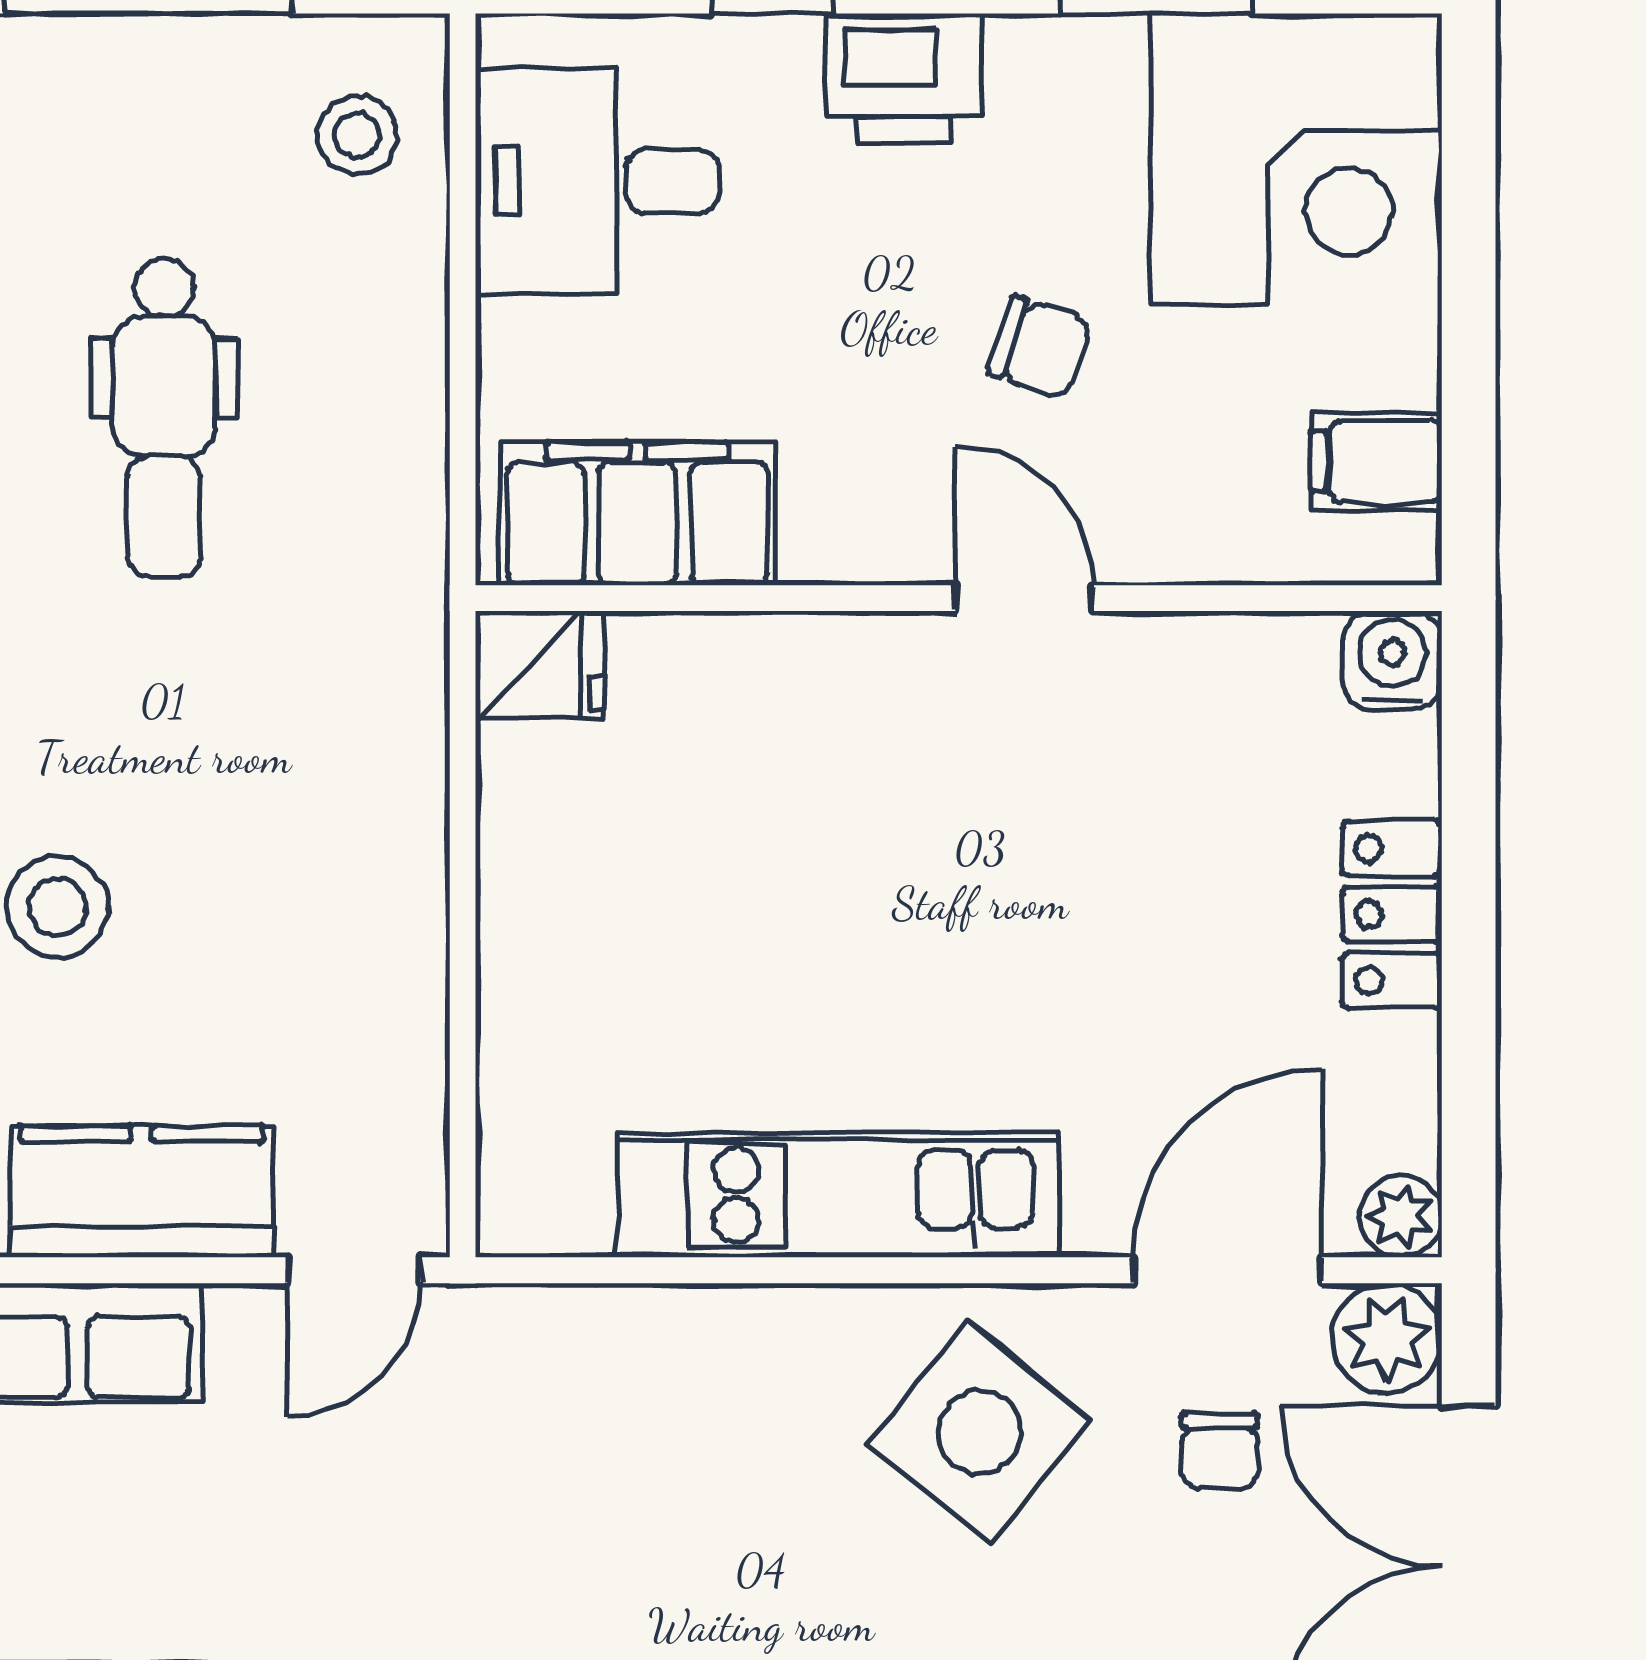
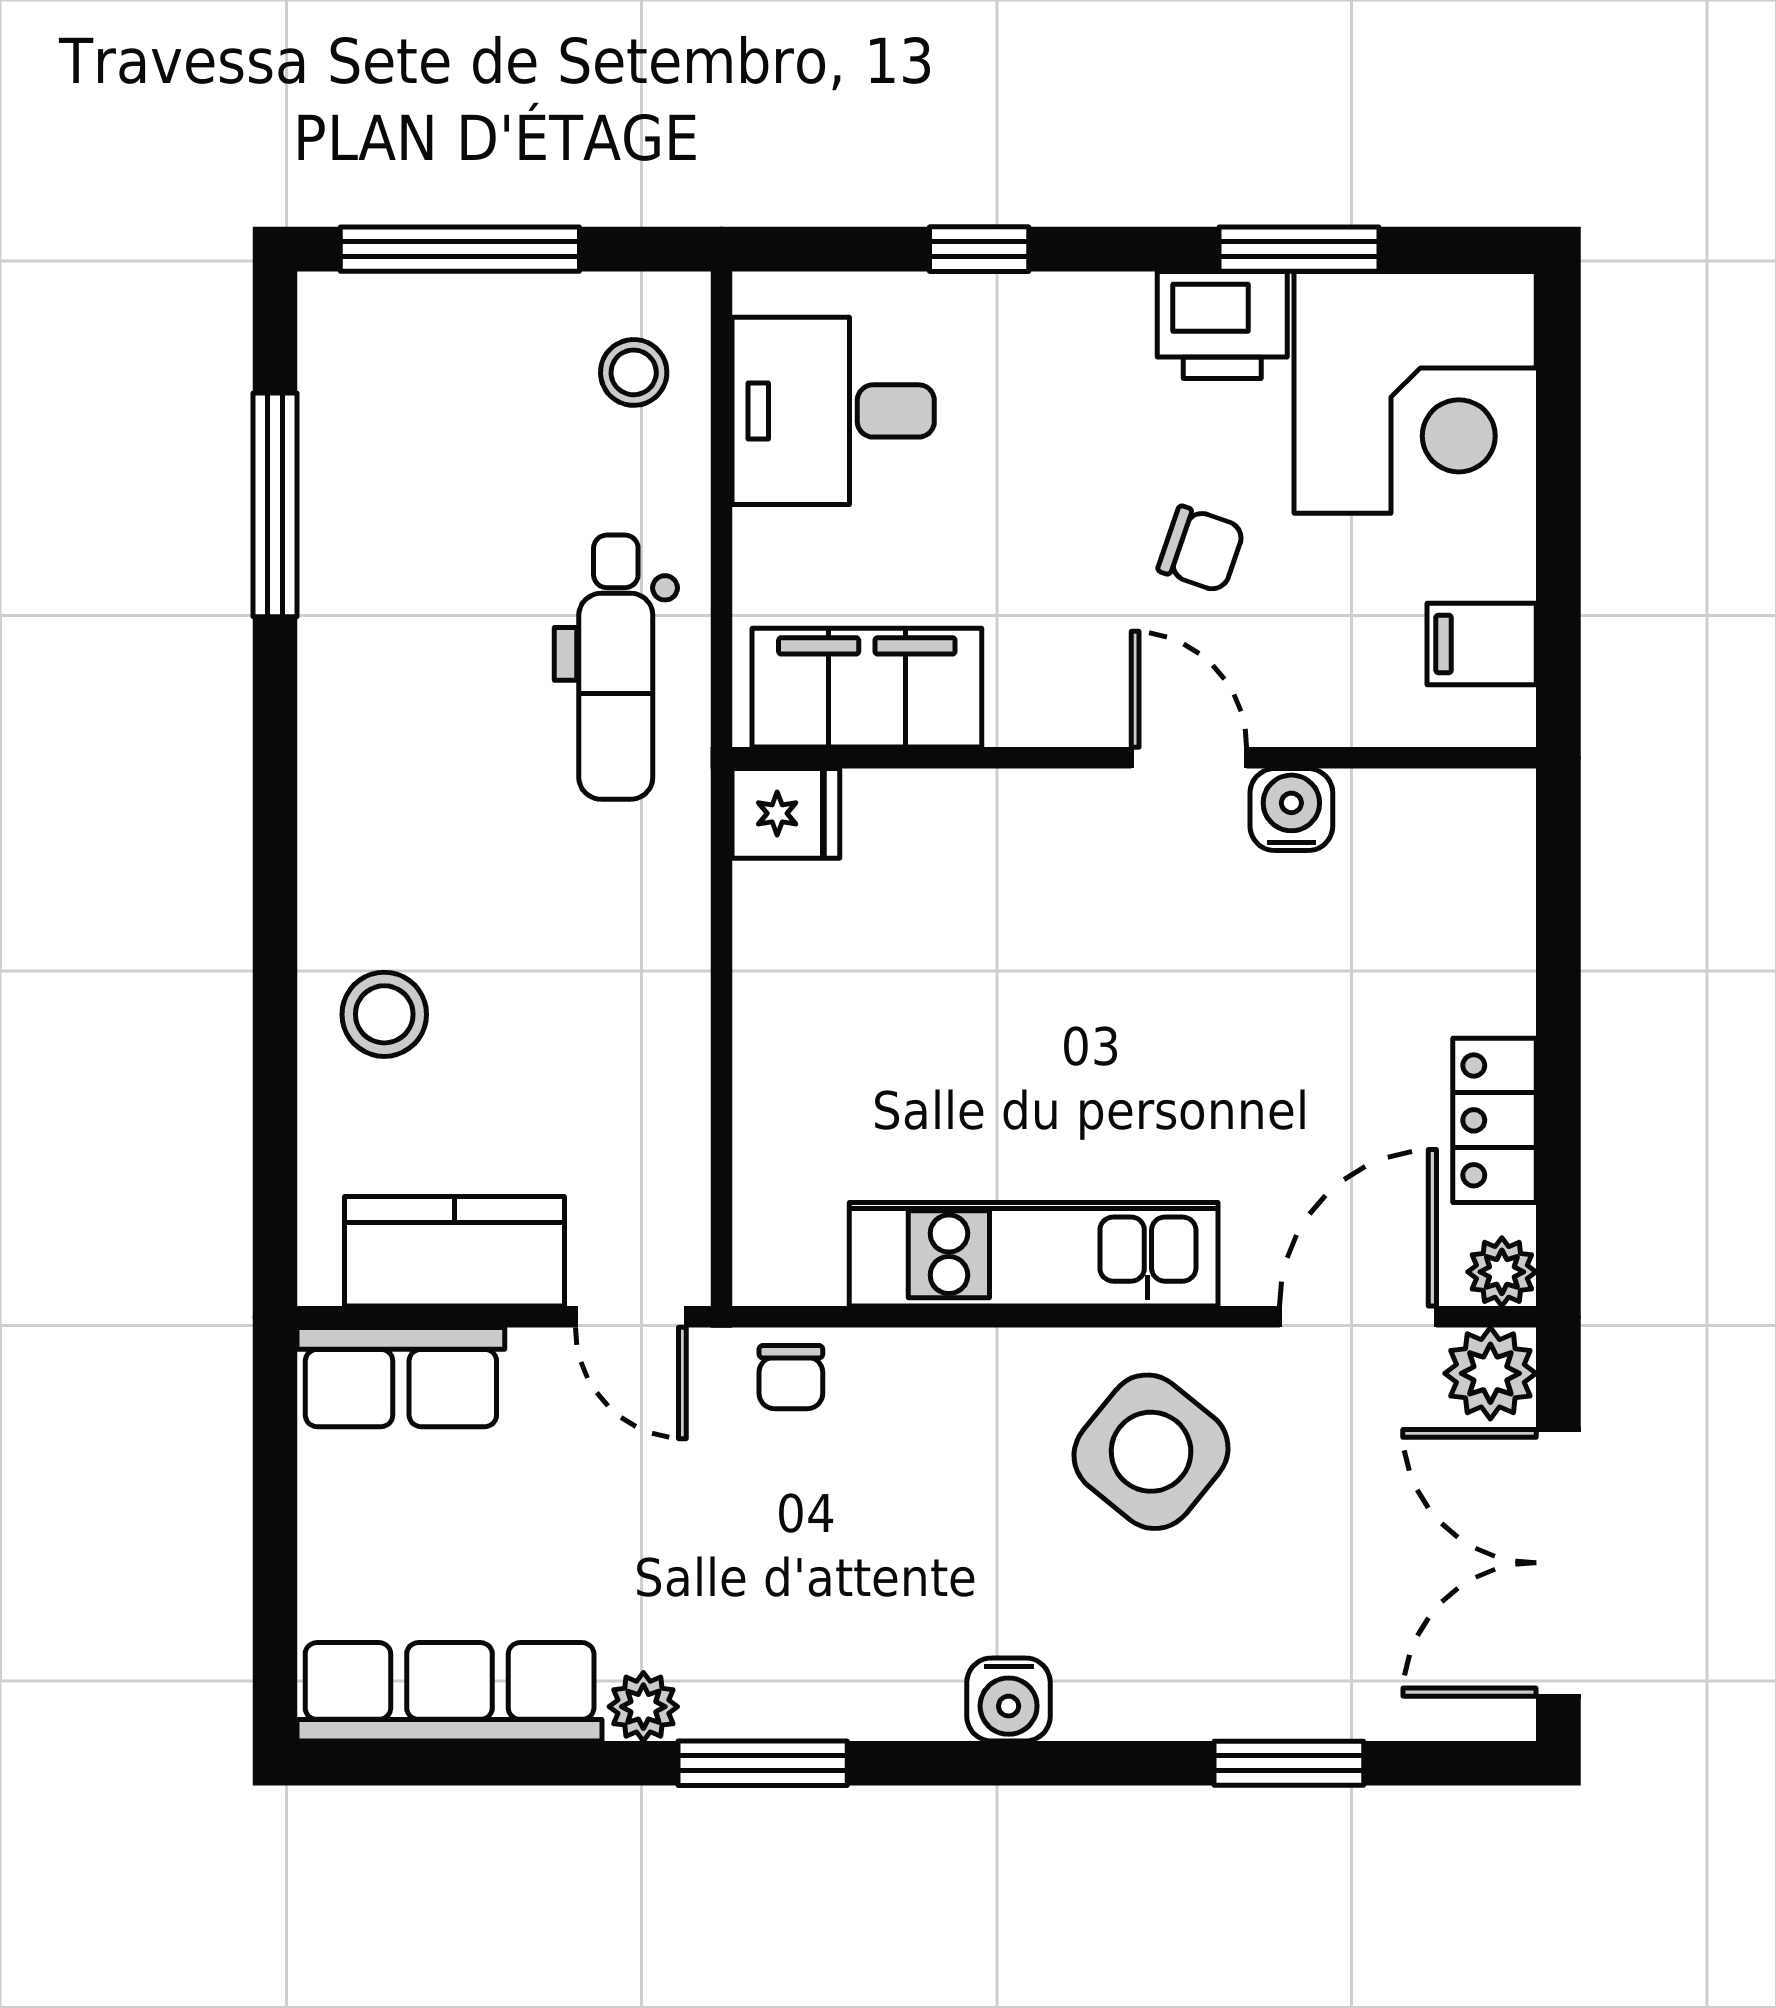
printer: (904, 78) -> (1222, 325), moved
dental chair: (164, 418) -> (616, 667), moved
water cooler: (1392, 660) -> (1291, 810), moved
locker: (1392, 914) -> (1495, 1120), moved
door: (354, 1270) -> (631, 1317), hinge flipped
chair: (1220, 1451) -> (791, 1377), moved

